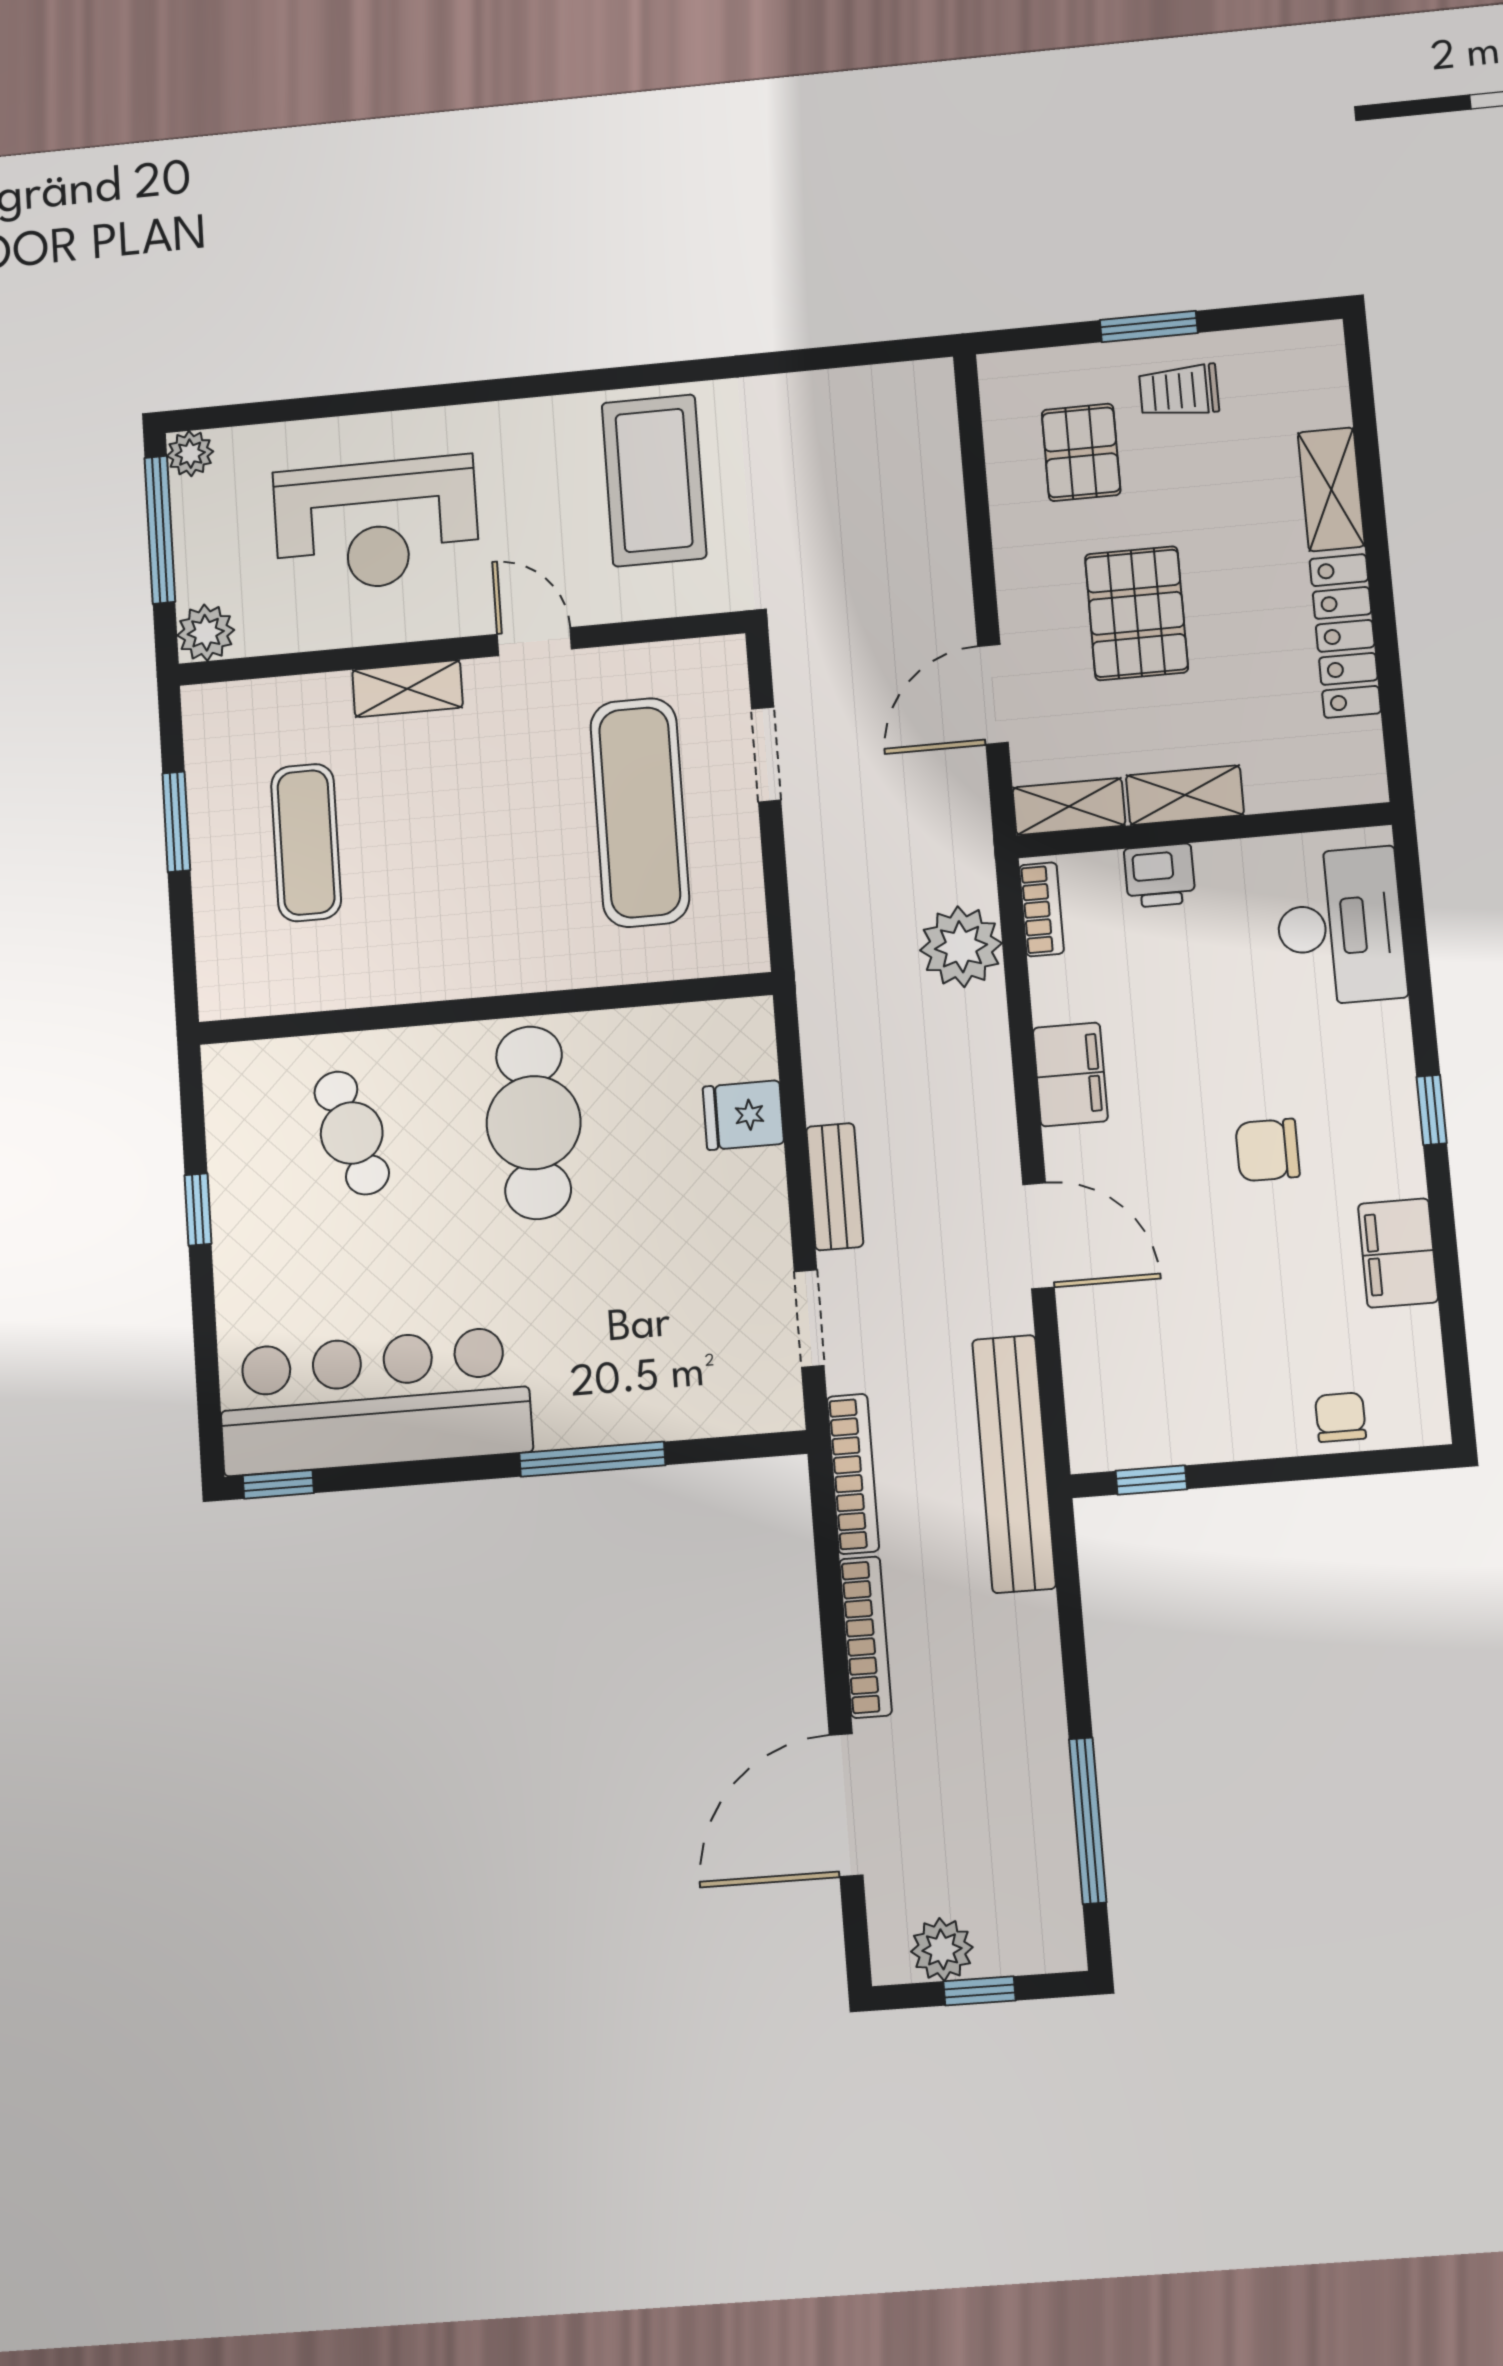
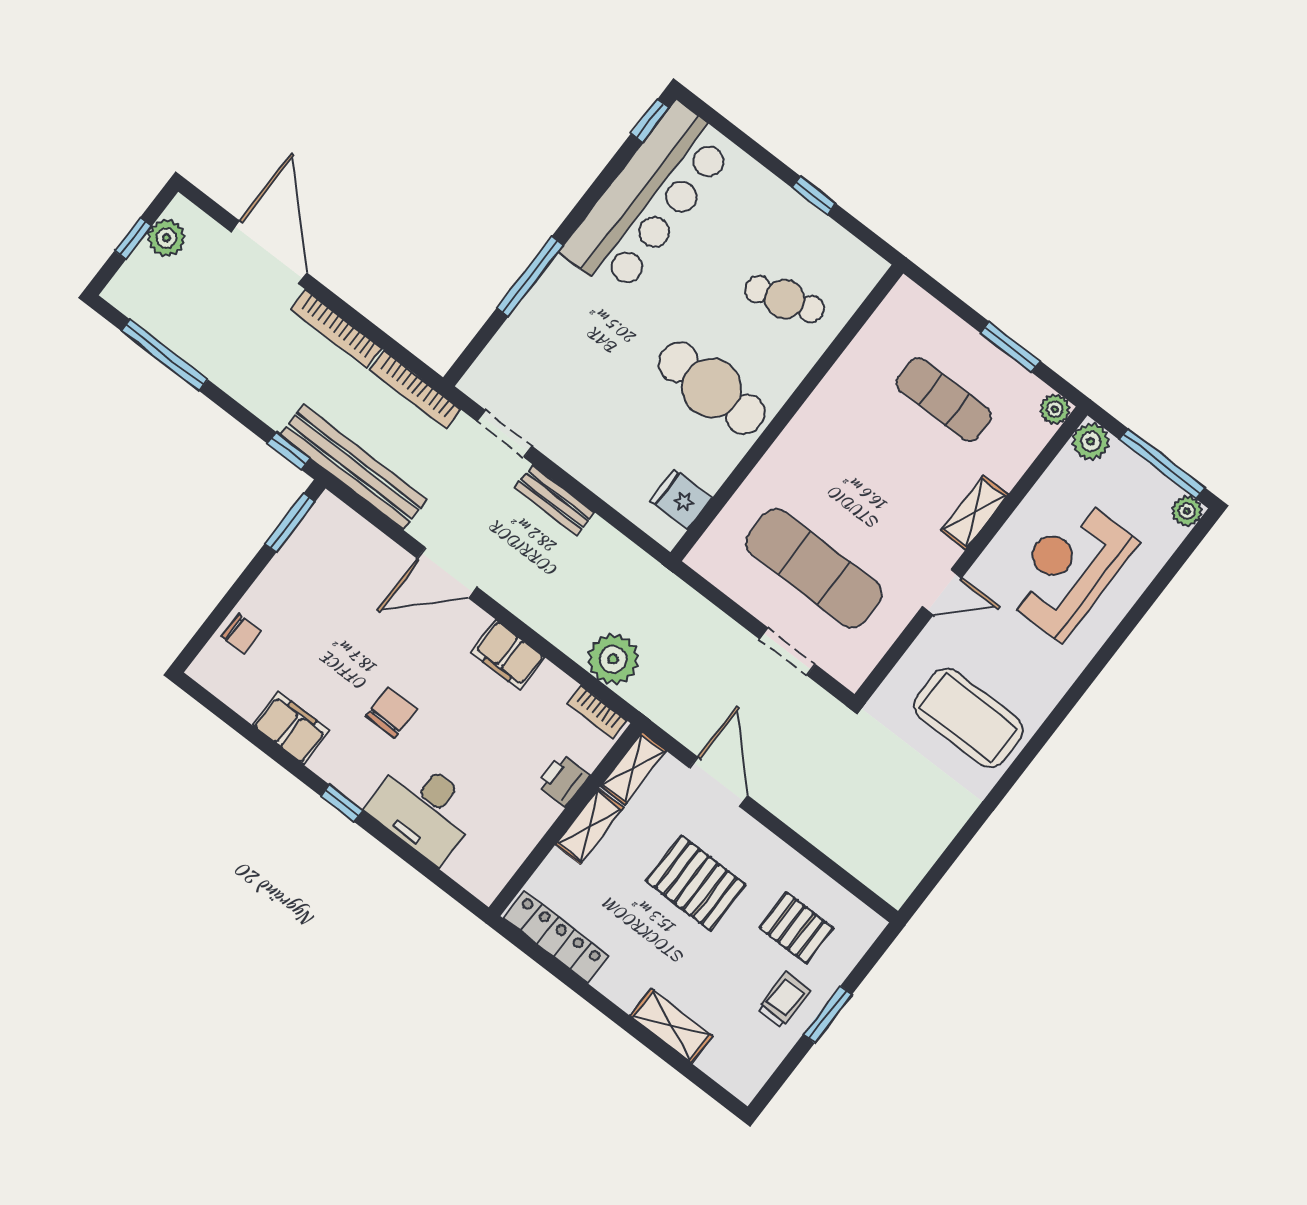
locker: (1345, 636) -> (556, 937), moved
plant: (204, 707) -> (1055, 409), added
desk: (1340, 926) -> (424, 809), moved
fridge: (743, 1115) -> (681, 499), moved, turned -90
window: (1151, 1480) -> (290, 523), width x1.50
window: (1066, 1560) -> (289, 451), added

